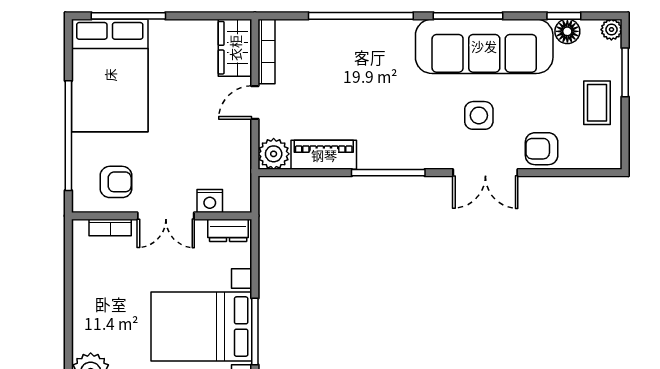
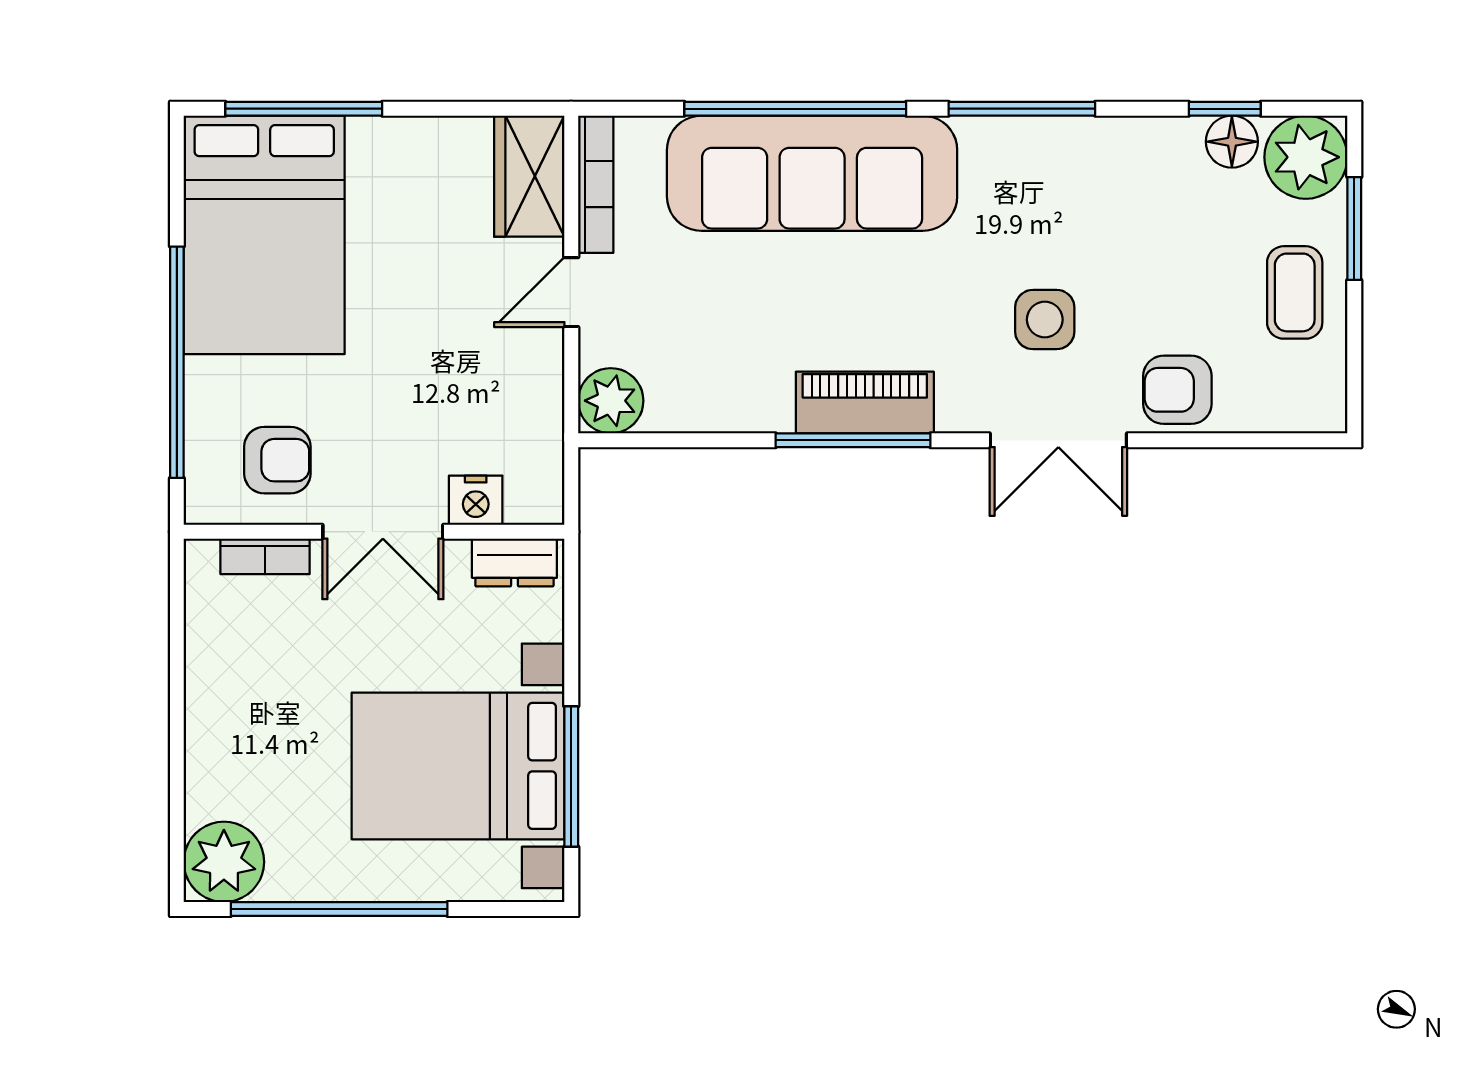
plant: (611, 30) -> (1306, 157), width x1.88, depth x1.88
sofa: (484, 46) -> (812, 173), moved
piano: (324, 155) -> (865, 403), moved

